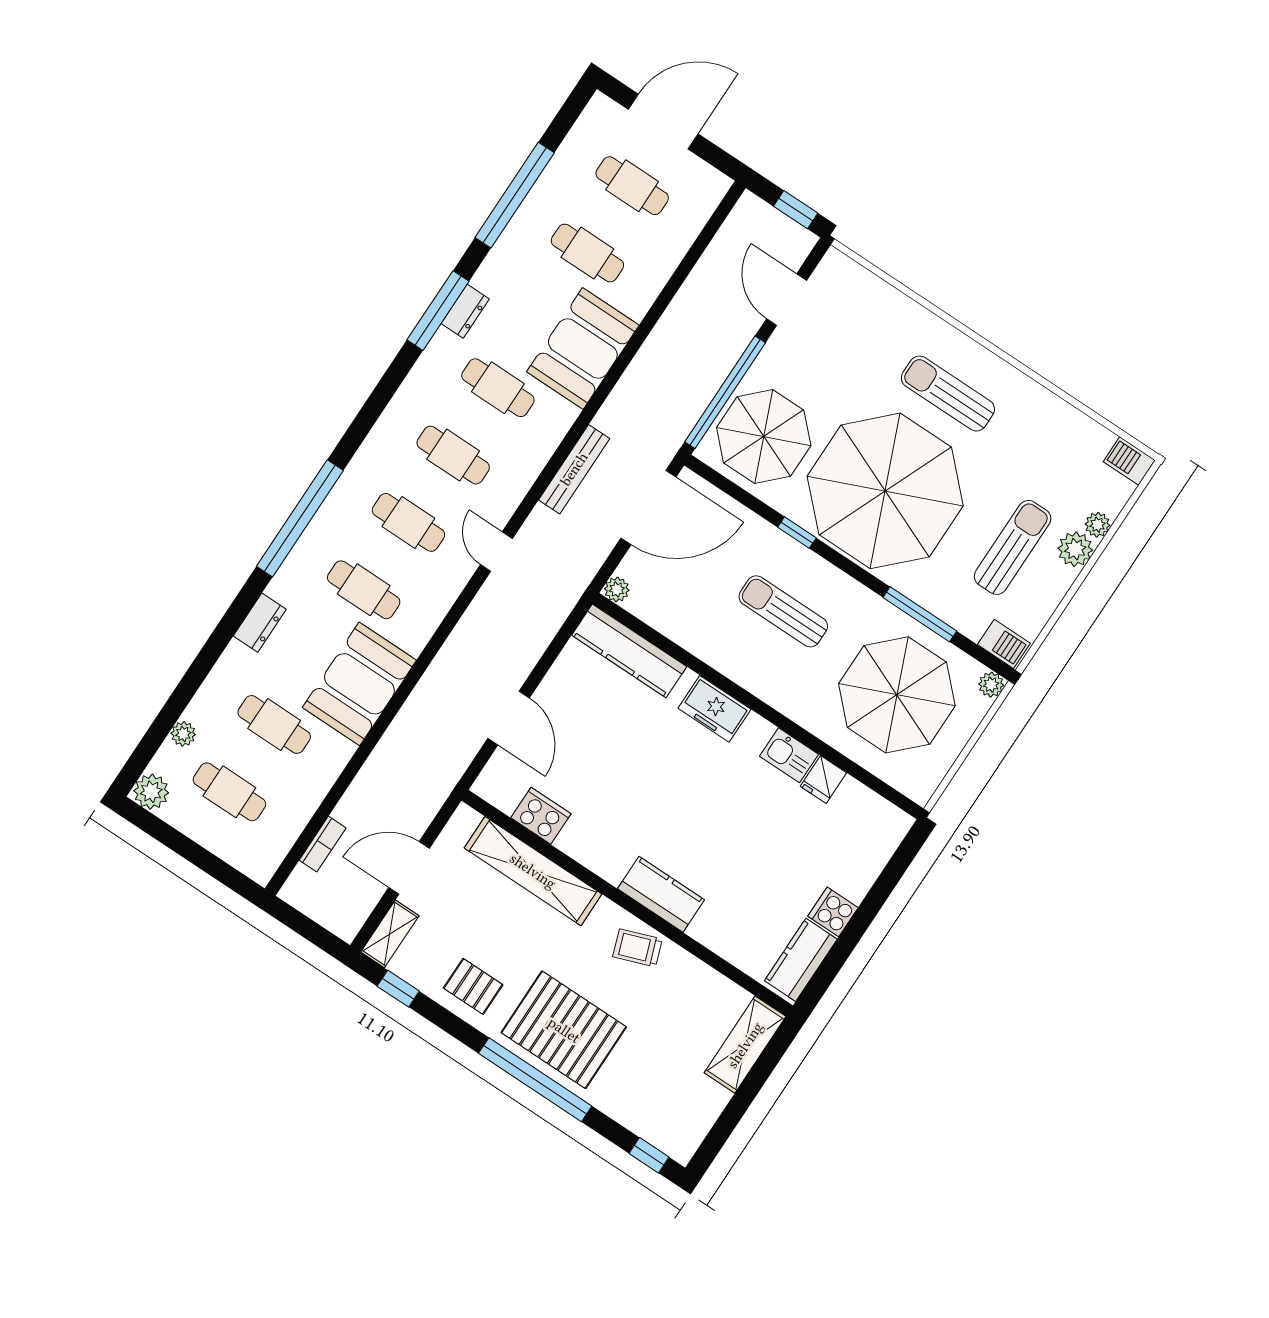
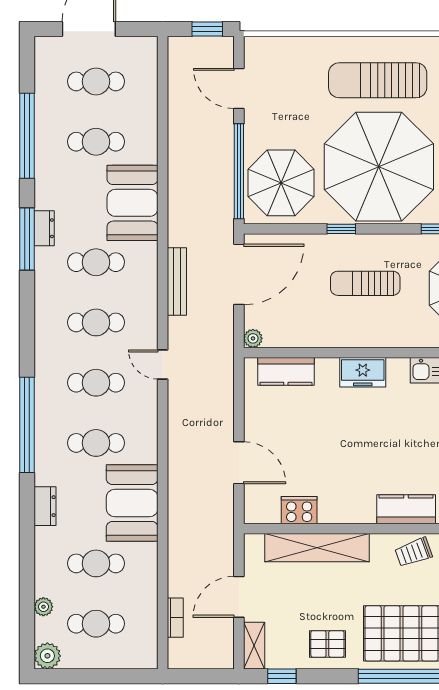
sun lounger: (948, 394) -> (378, 80), width x1.36, depth x1.34
kitchen counter: (629, 651) -> (286, 371), width x0.67

